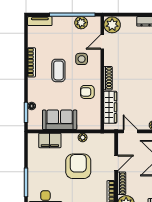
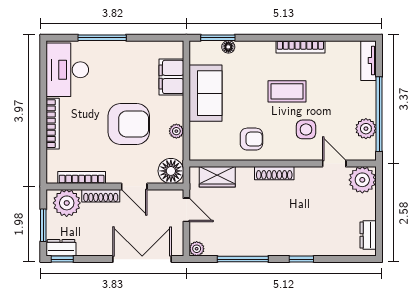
armchair: (87, 92) -> (251, 139), turned 90
wardrobe: (110, 107) -> (217, 177), width x0.67
door: (130, 131) -> (186, 210), hinge flipped
floor lamp: (107, 141) -> (171, 171), added

